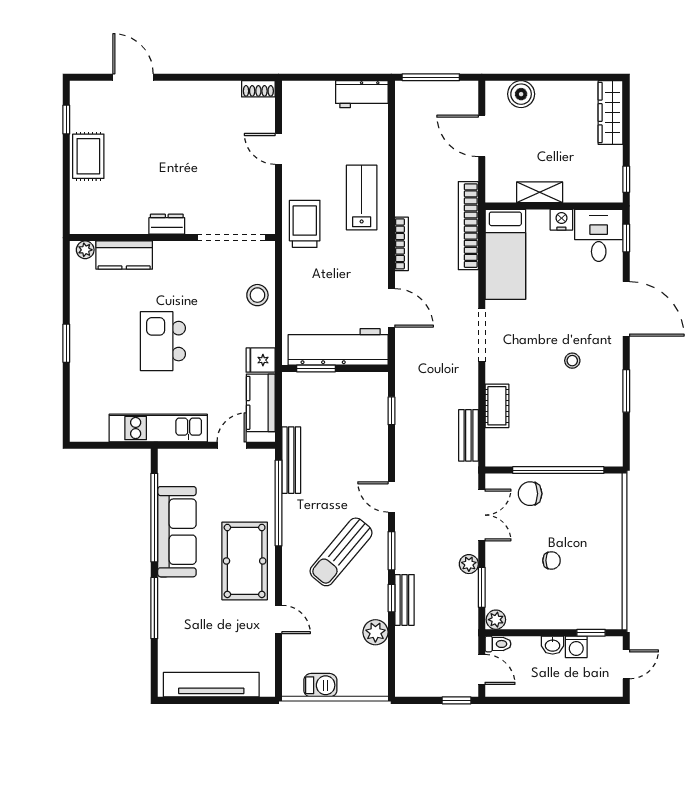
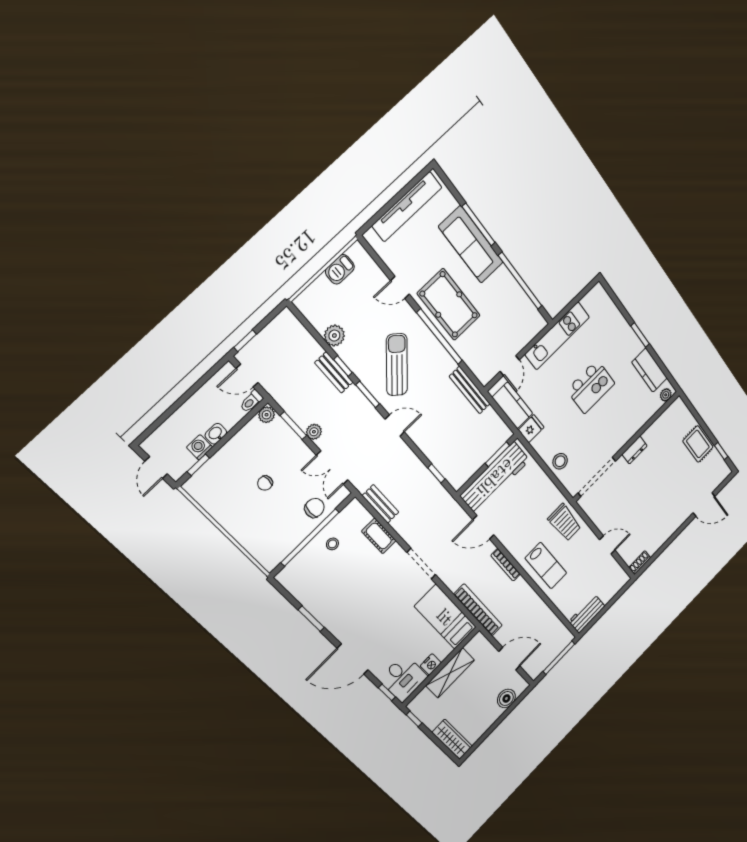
shelving: (540, 192) -> (450, 673), width x1.50, depth x1.33
kitchen counter: (124, 255) -> (649, 370), moved, turned -90
kitchen island: (163, 341) -> (591, 387), turned 90
stool: (572, 361) -> (332, 544), moved
window: (279, 503) -> (440, 337), moved
sofa: (177, 532) -> (471, 245), moved

